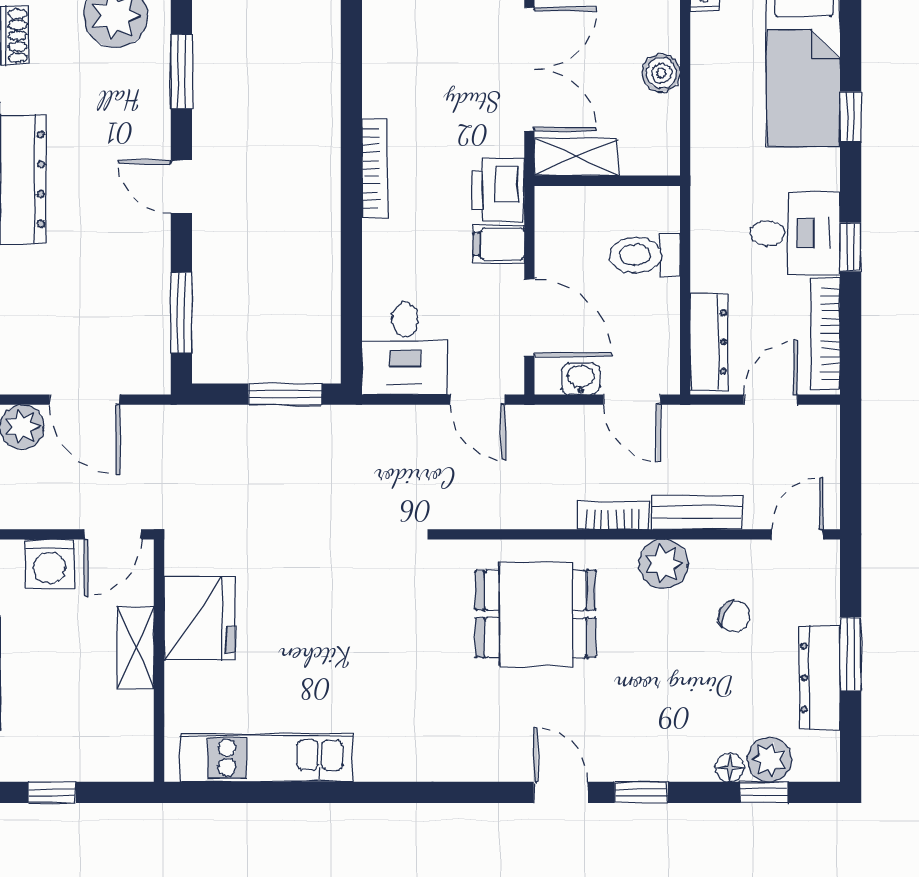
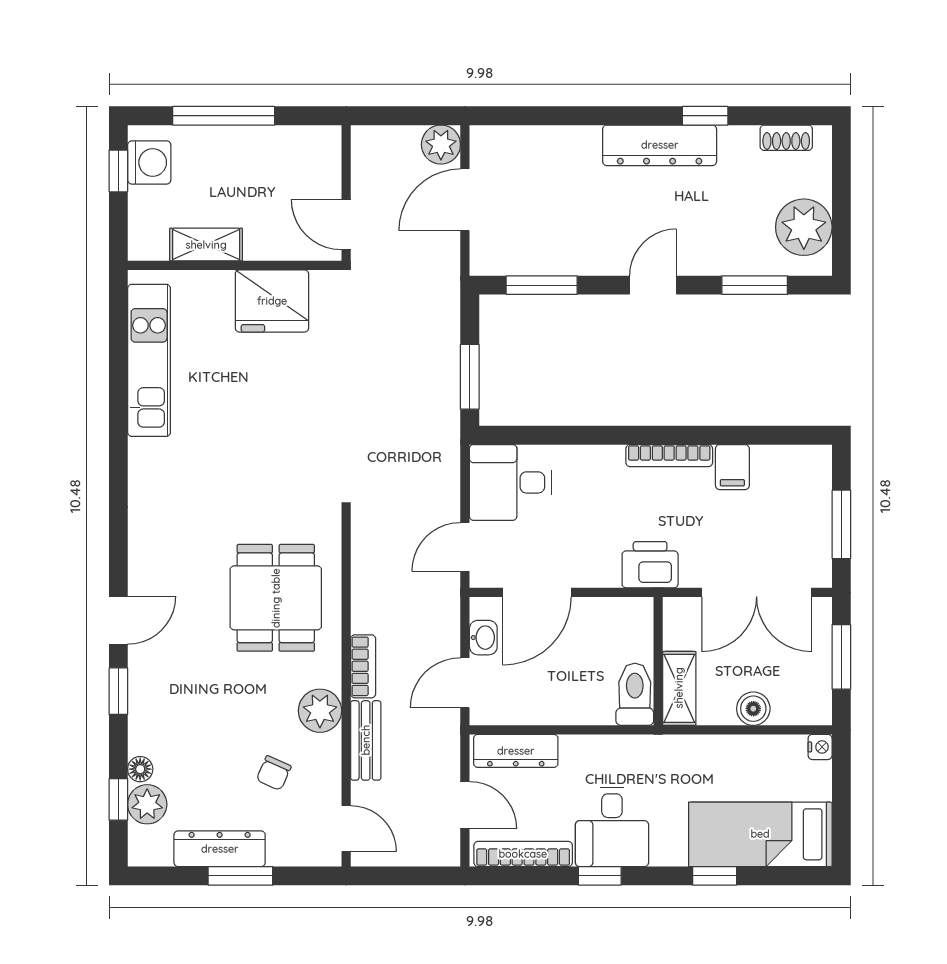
shelving: (576, 157) -> (679, 688), moved
filing cabinet: (499, 244) -> (732, 467), moved, turned 180
toilet: (645, 255) -> (635, 694), moved
washing machine: (50, 564) -> (149, 162), moved, turned 180
shelving: (135, 648) -> (206, 245), moved

